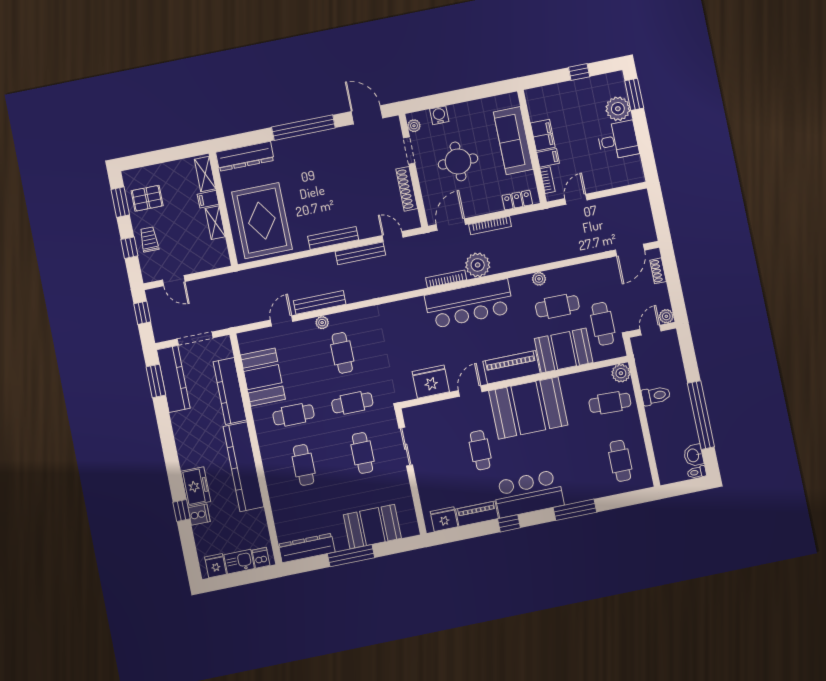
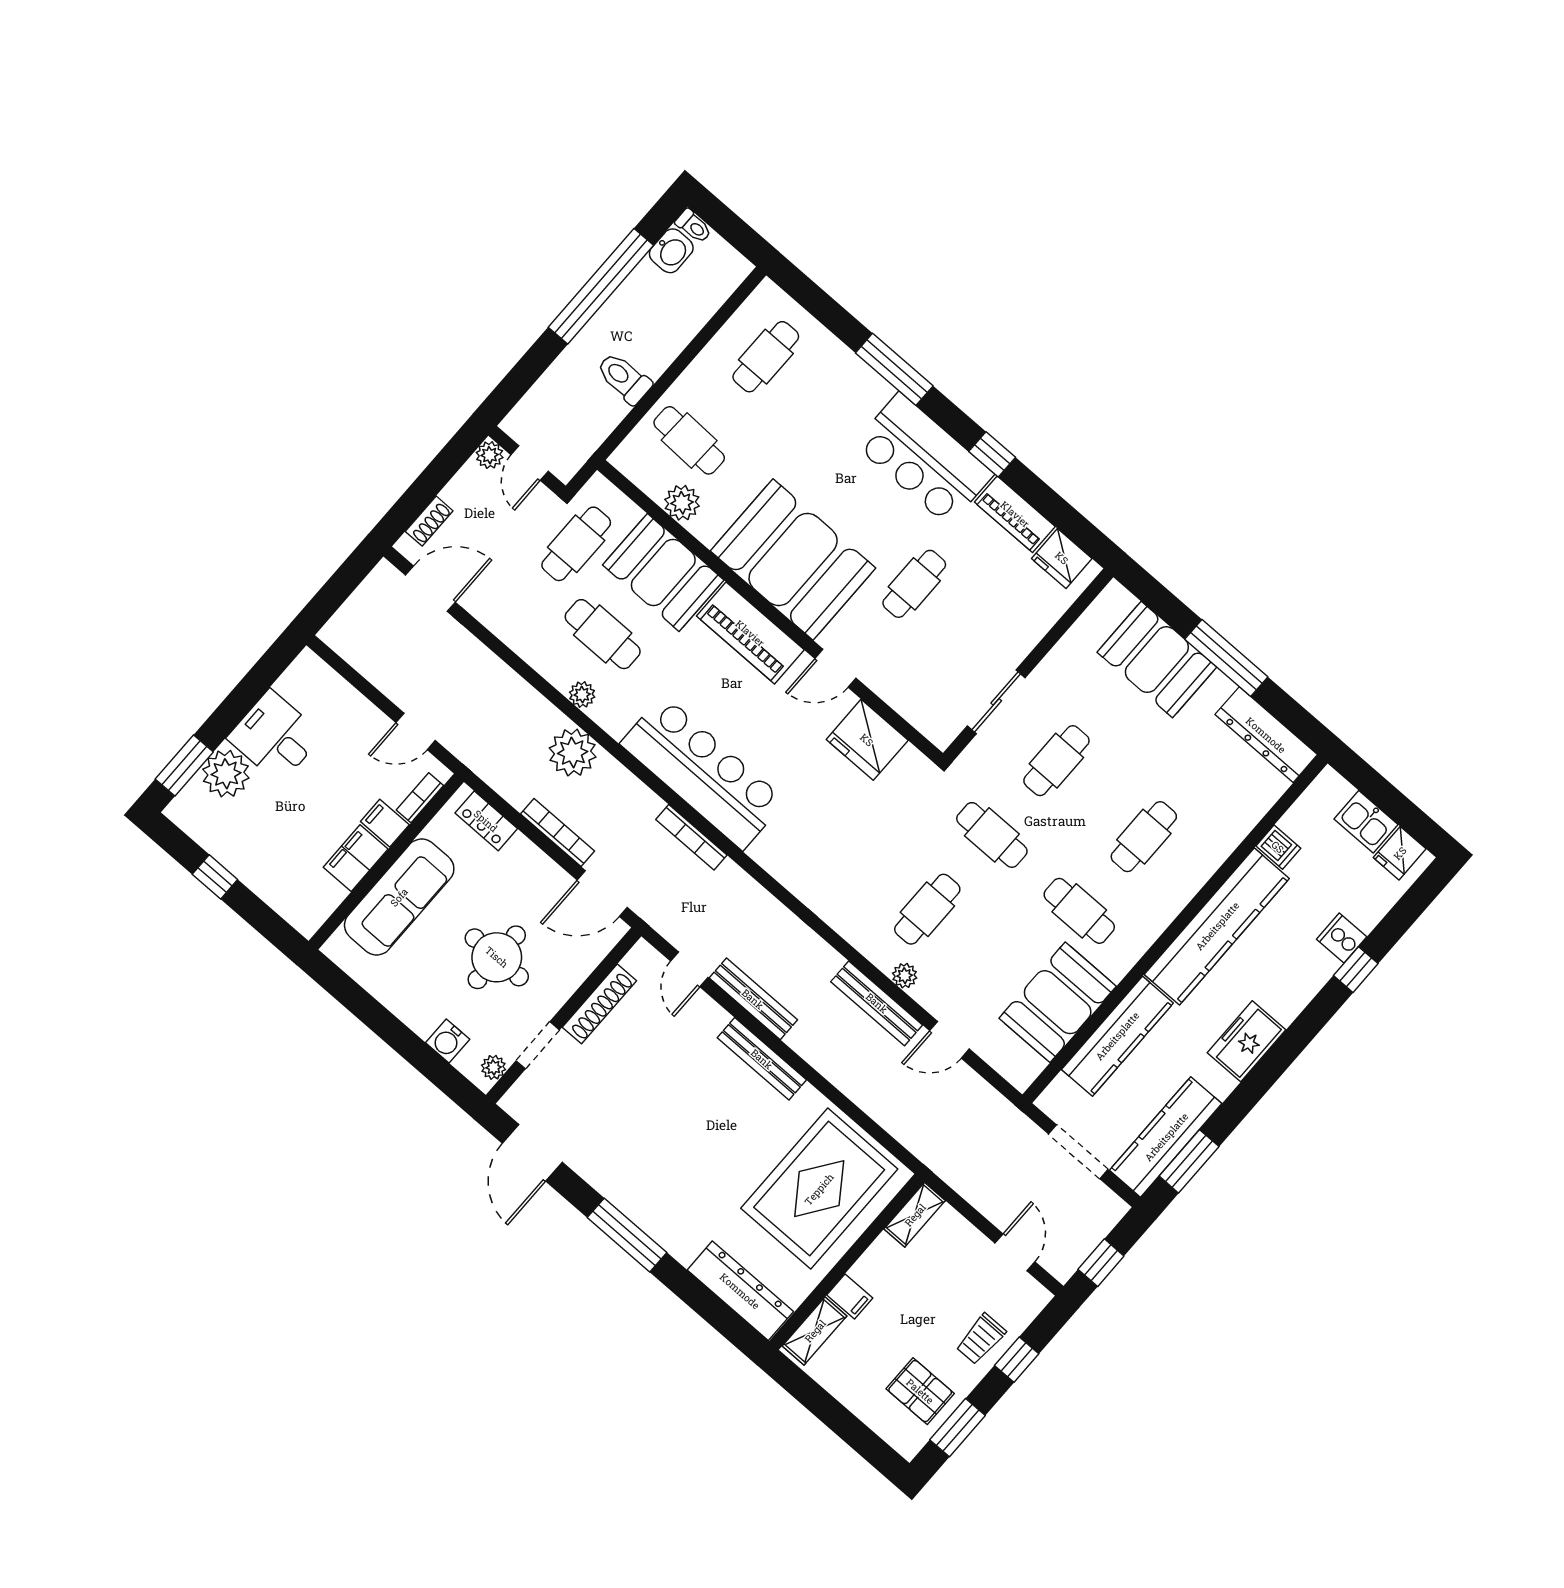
window: (303, 128) -> (627, 1235), width x0.68
shelving: (215, 223) -> (915, 1215), moved
plant: (478, 265) -> (573, 752), moved
door: (651, 330) -> (530, 463), hinge flipped
plant: (621, 373) -> (682, 503), moved
freezer: (196, 486) -> (1247, 1041), moved
dishwasher: (261, 558) -> (1278, 847), moved, turned -90

